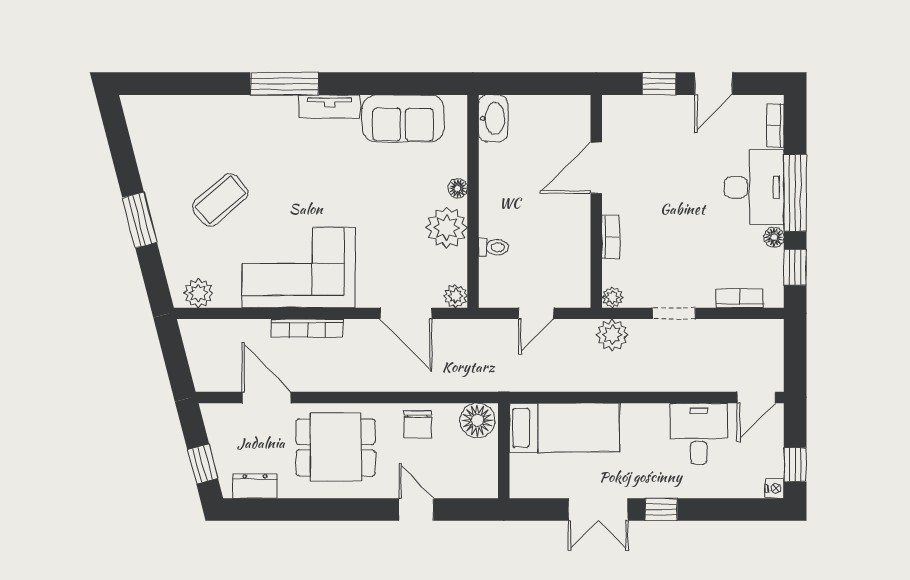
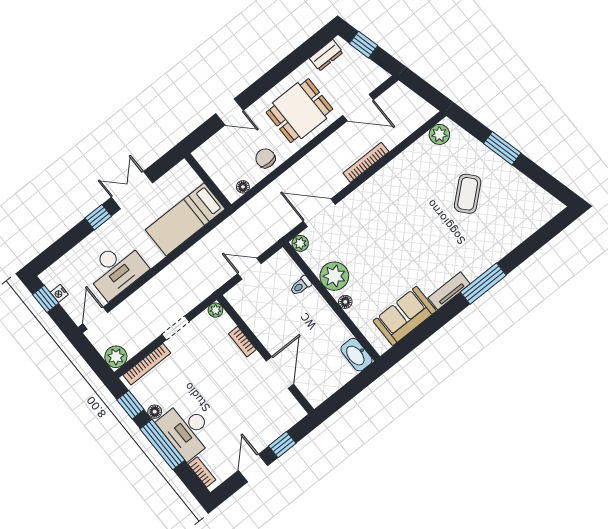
corner sofa: (299, 267) -> (397, 191), removed
bookcase: (739, 298) -> (147, 364), width x1.56
door: (536, 313) -> (249, 269), hinge flipped
plant: (612, 335) -> (116, 357), moved
floor lamp: (477, 420) -> (243, 187), width x0.53, depth x0.53
desk: (699, 434) -> (116, 269), width x1.37
nightstand: (775, 488) -> (59, 293), moved

